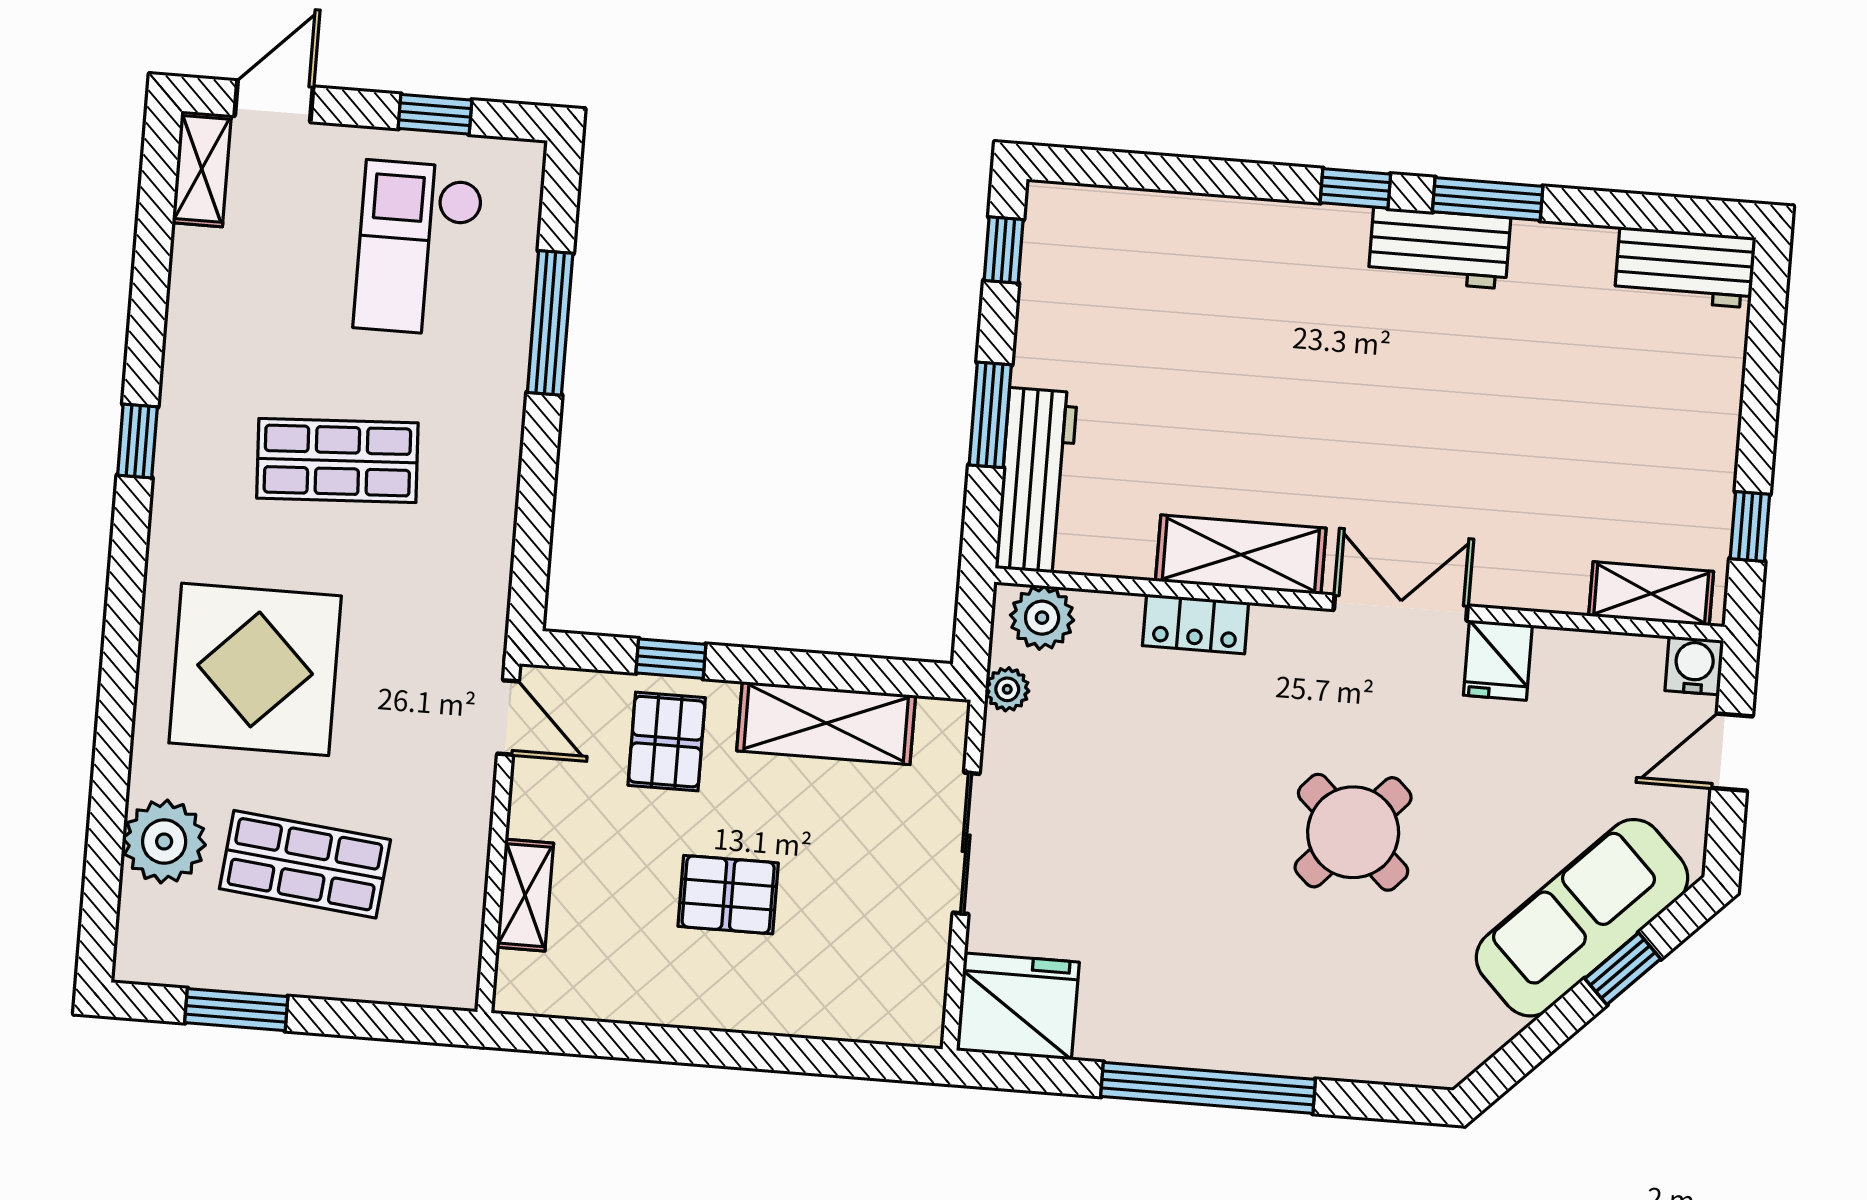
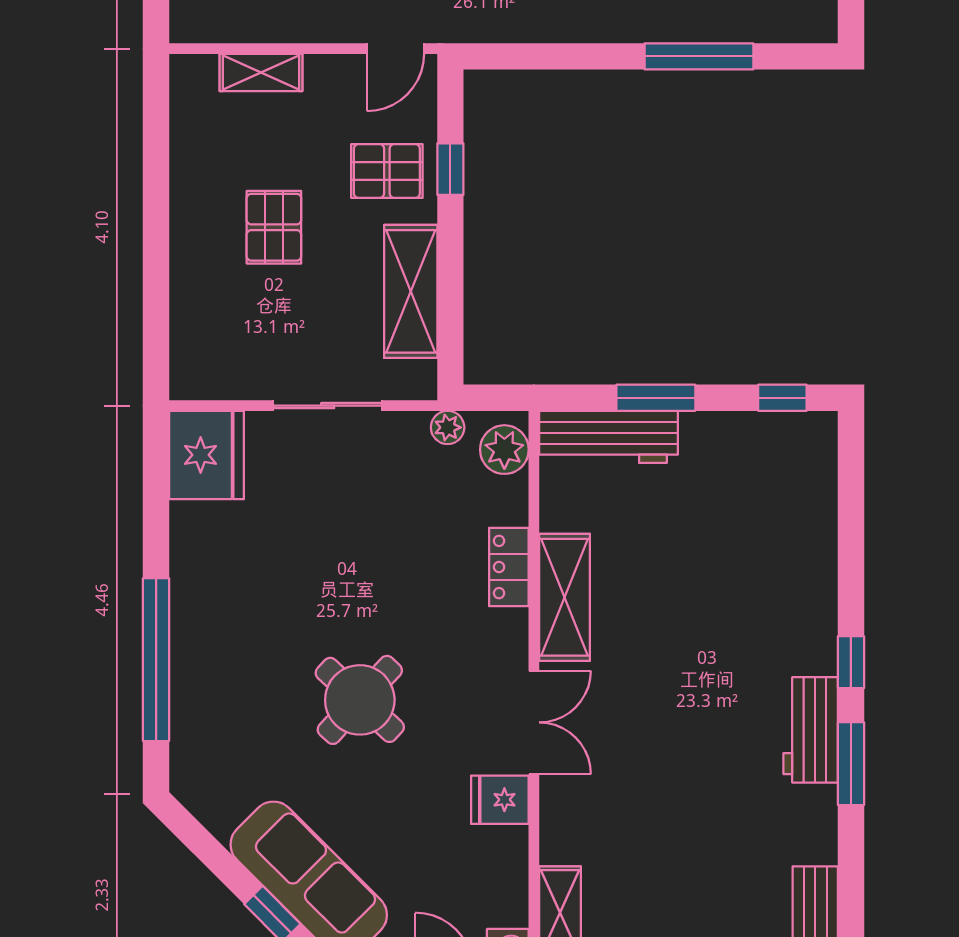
window: (1208, 1088) -> (156, 660), moved

